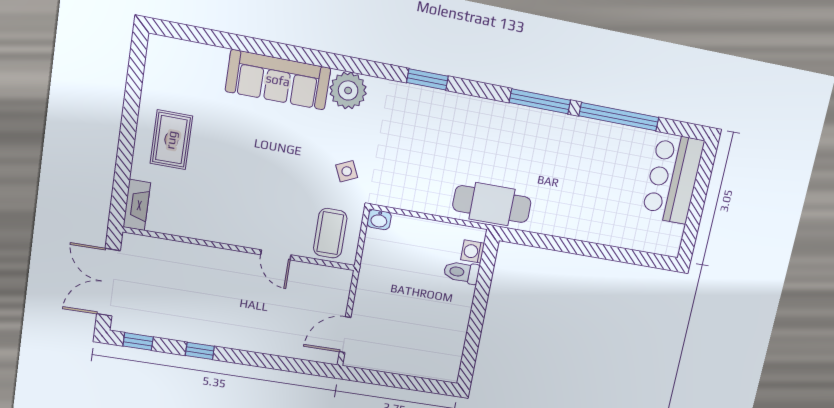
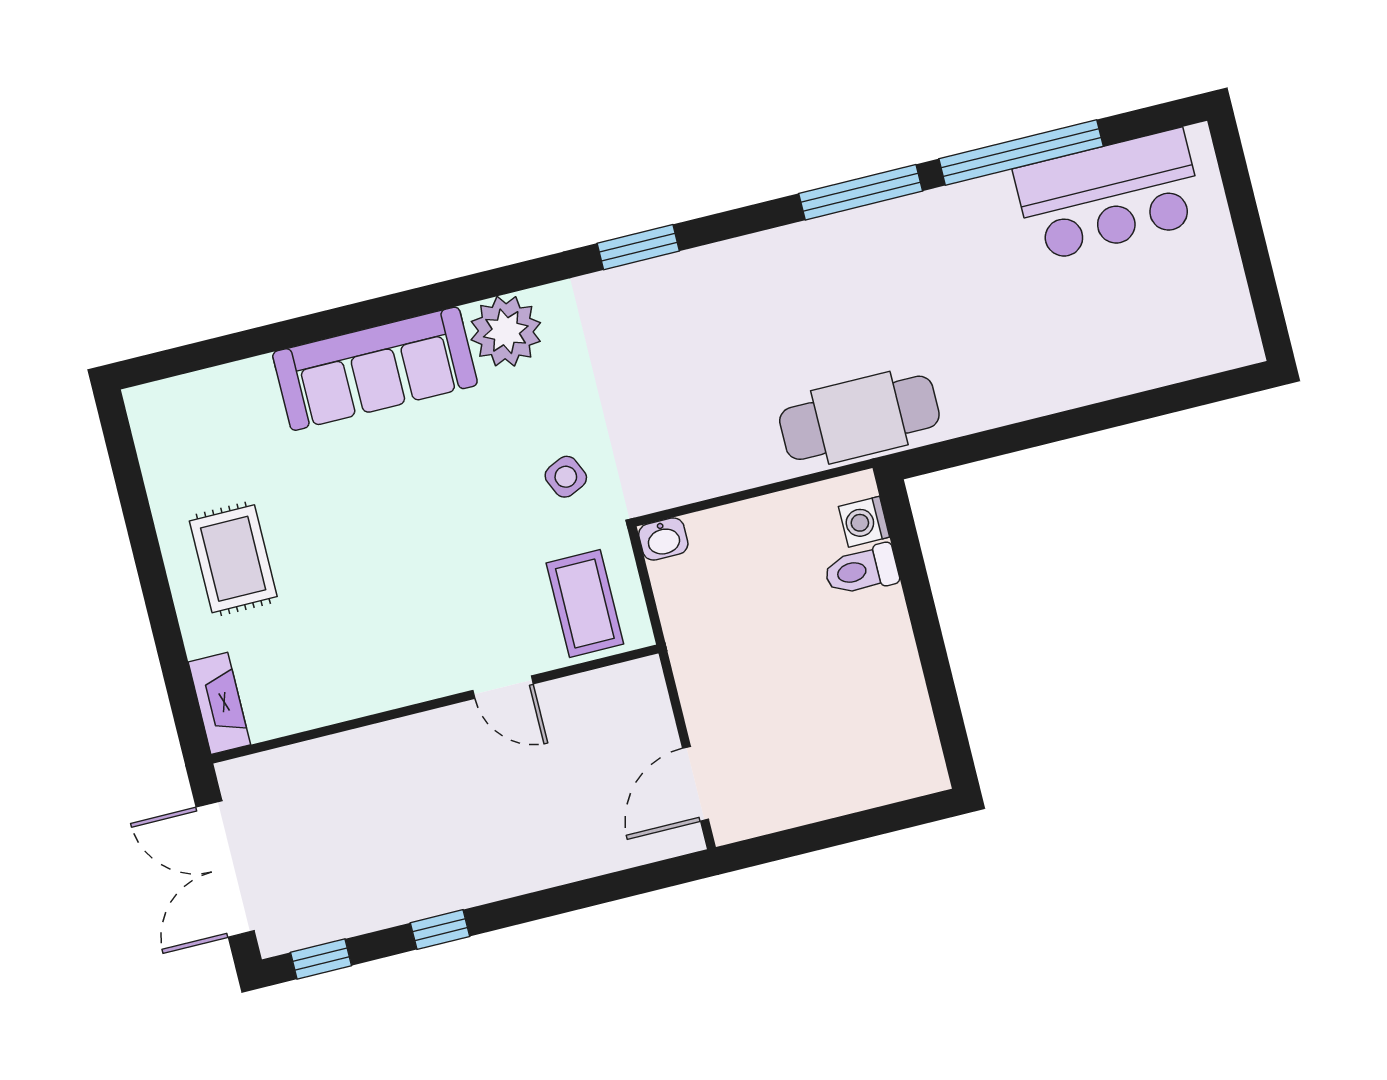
bar counter: (673, 179) -> (1109, 195), moved, turned -90

